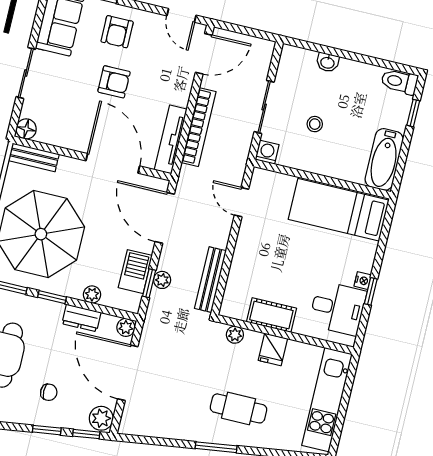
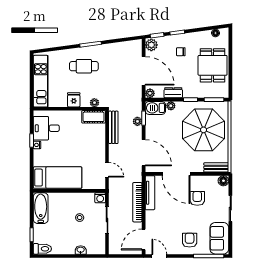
armchair: (114, 82) -> (197, 198), moved, turned 90
barbecue: (135, 272) -> (155, 108), moved, turned 90
cot: (271, 315) -> (94, 117), moved

